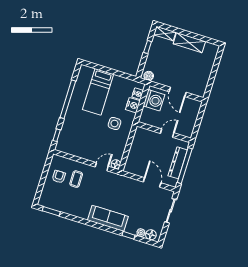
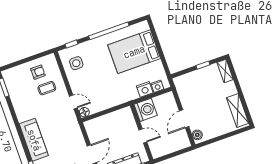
shelving: (189, 43) -> (238, 111), moved
boiler: (149, 76) -> (197, 135), moved
bed: (98, 92) -> (134, 52), width x1.50
washing machine: (154, 100) -> (146, 110), moved, turned -90
side table: (114, 123) -> (76, 63), moved

